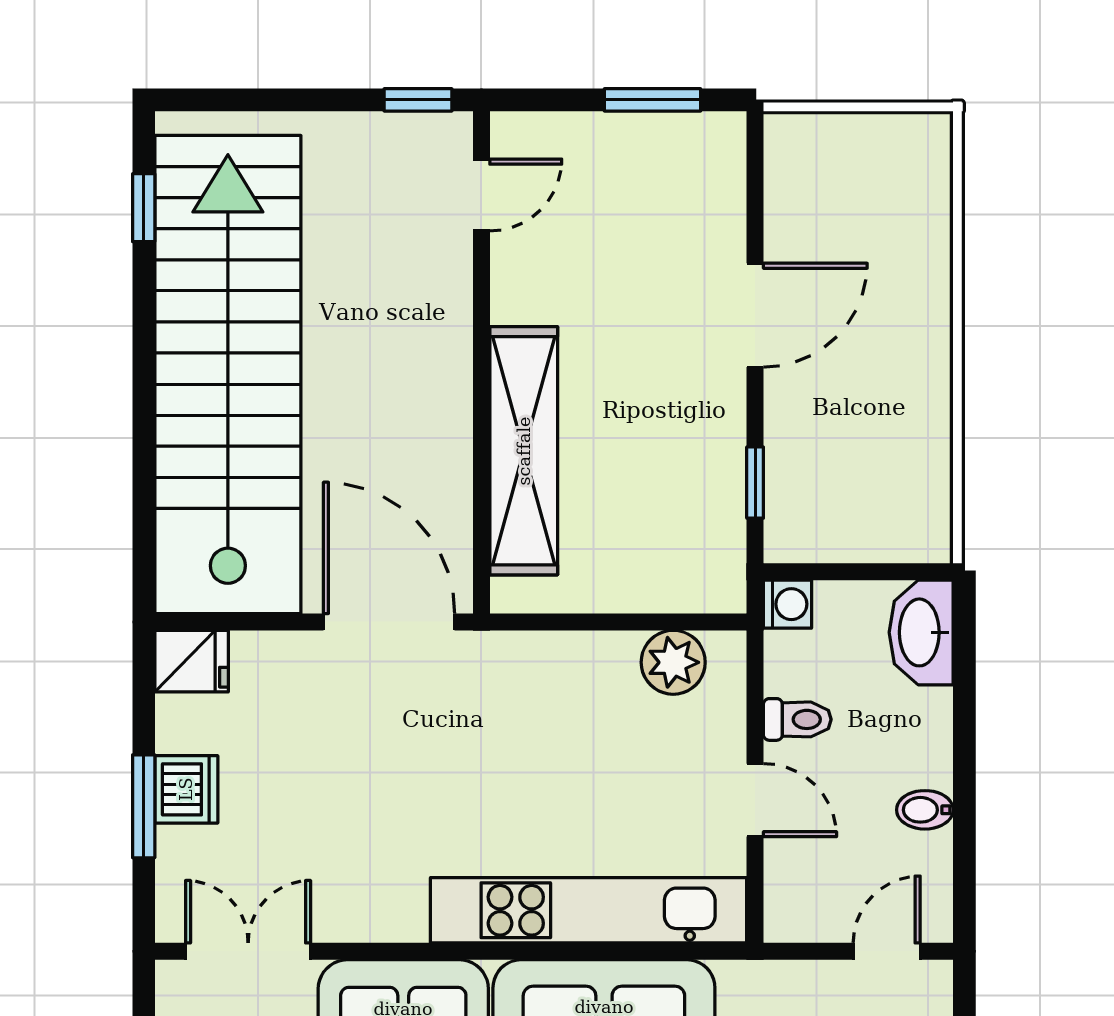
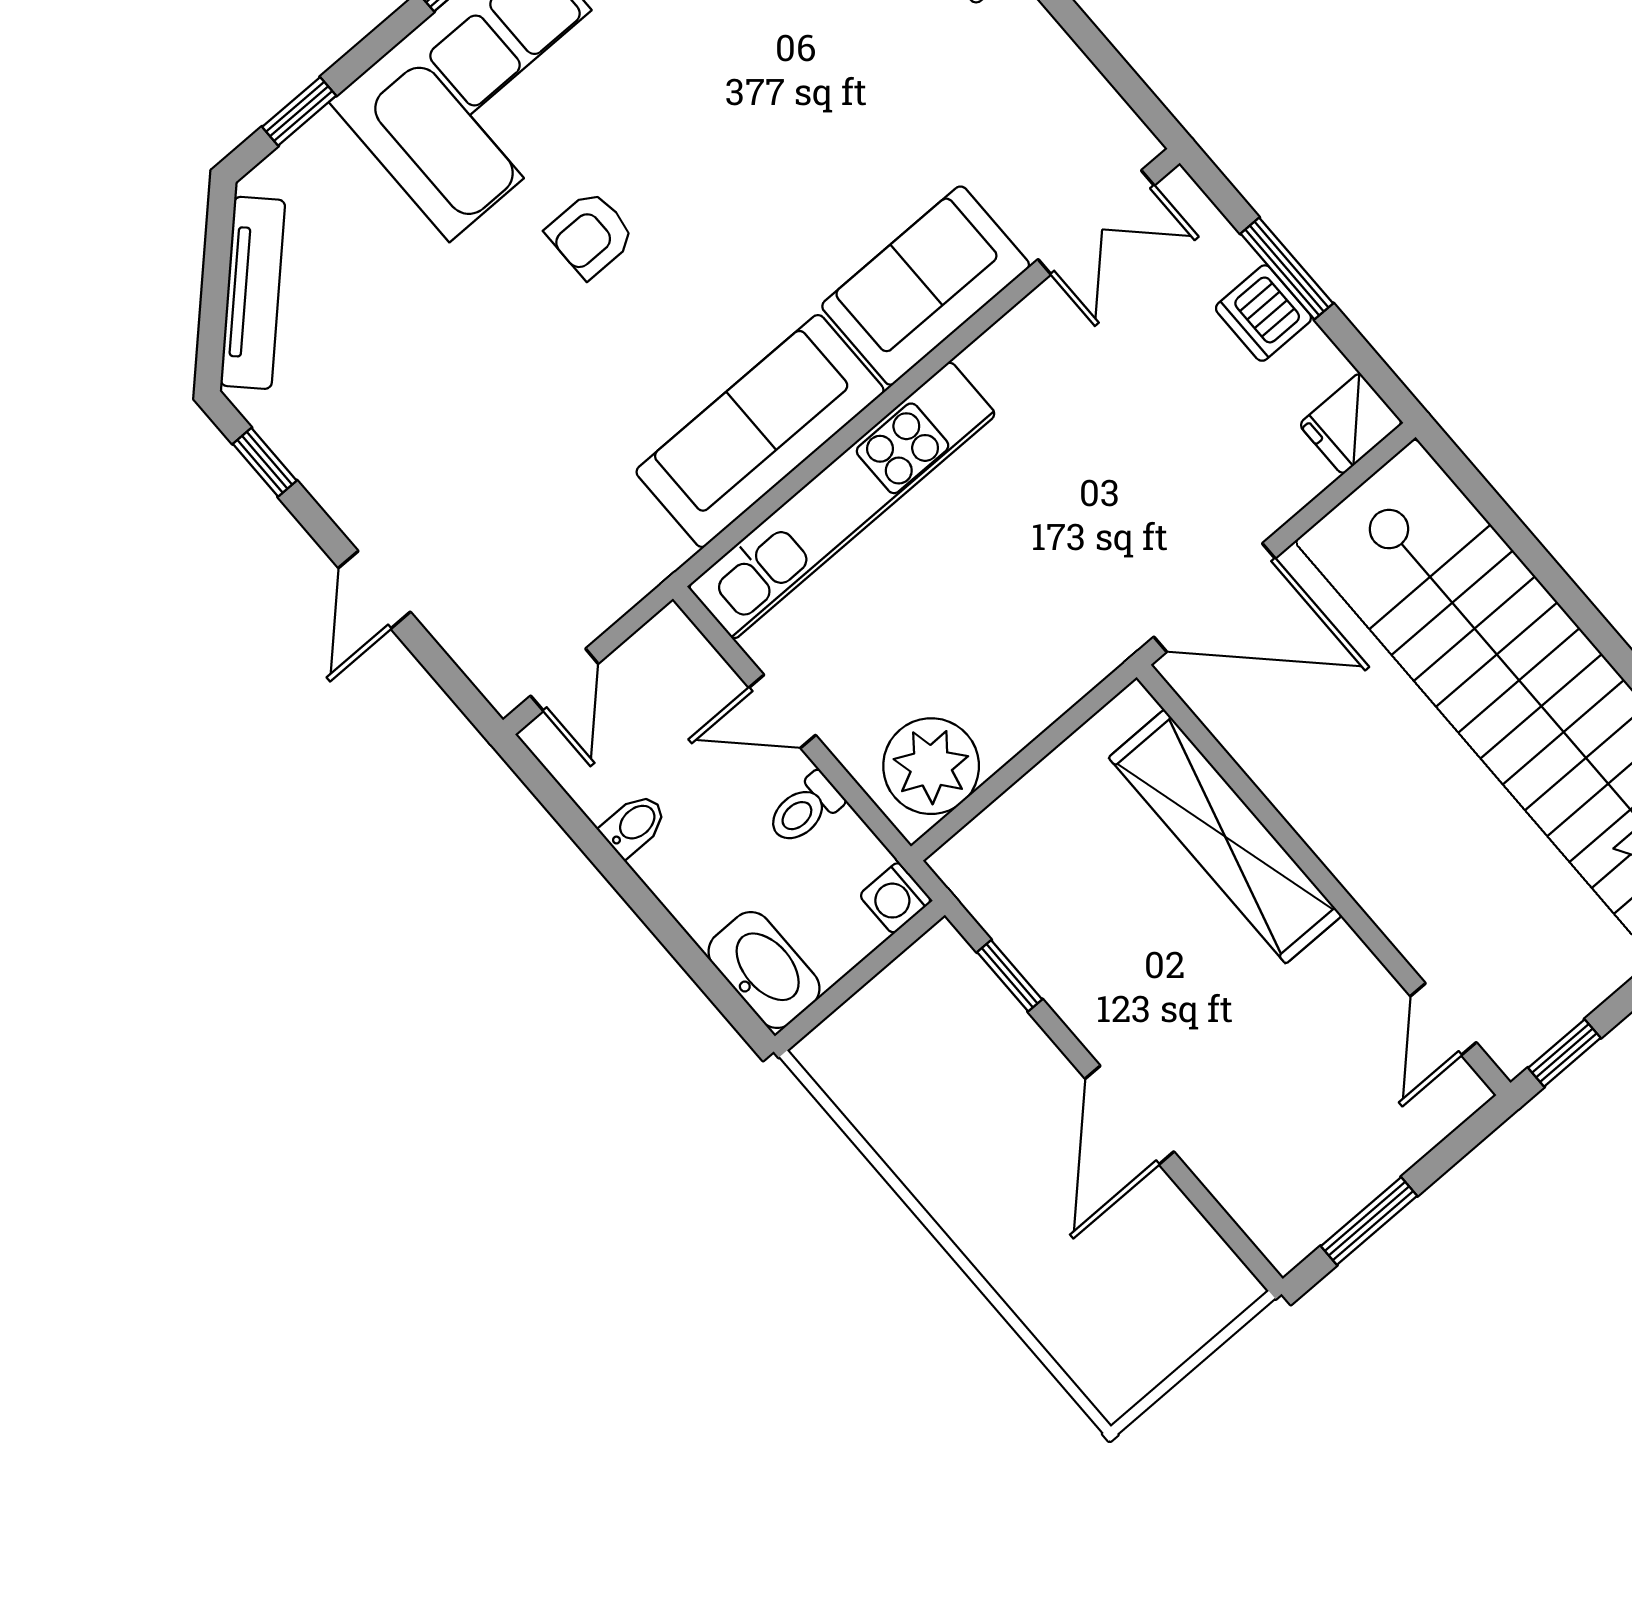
plant: (673, 662) -> (931, 766), width x1.36, depth x1.36

